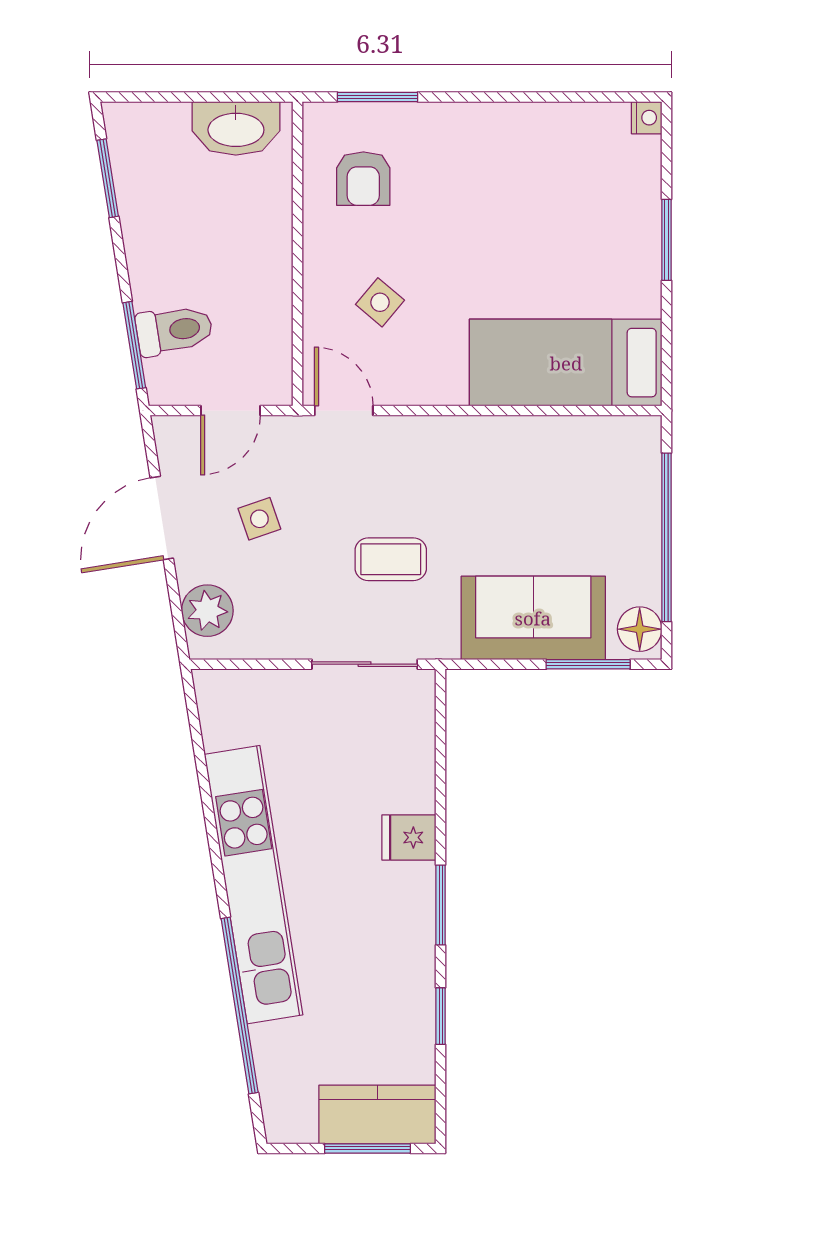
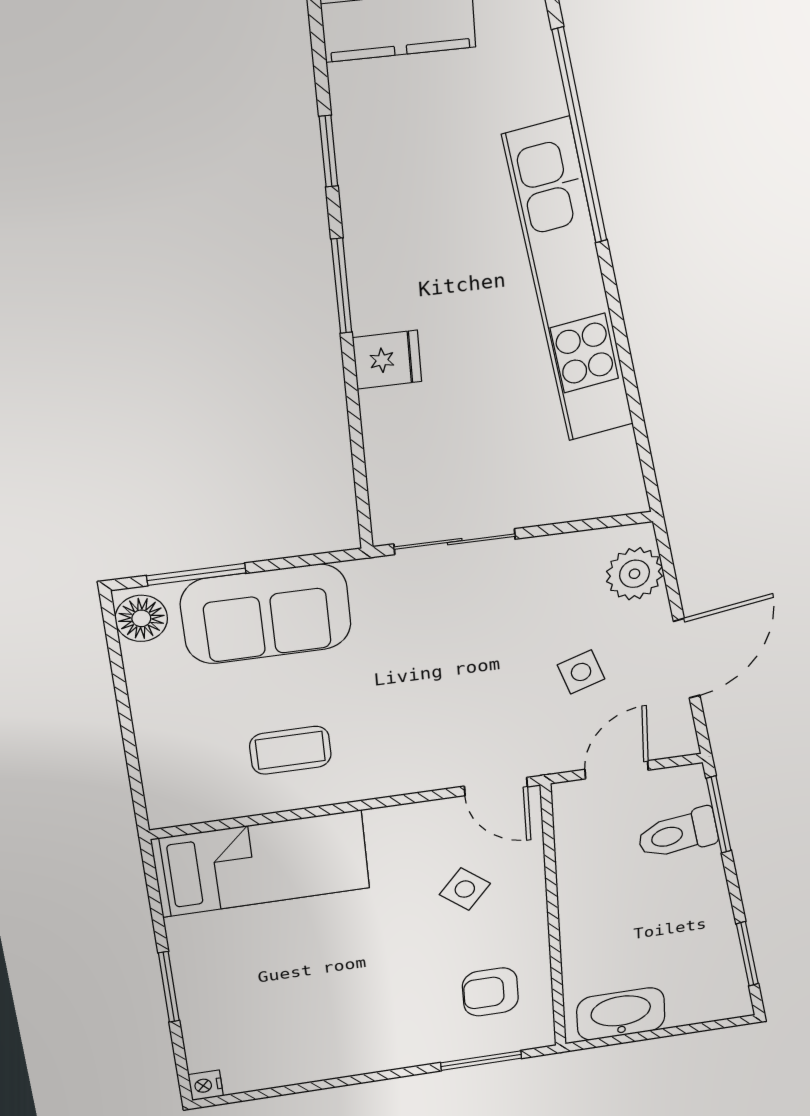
armchair: (363, 179) -> (490, 992), turned -90
window: (667, 537) -> (125, 715), removed
coffee table: (391, 559) -> (290, 750), moved

